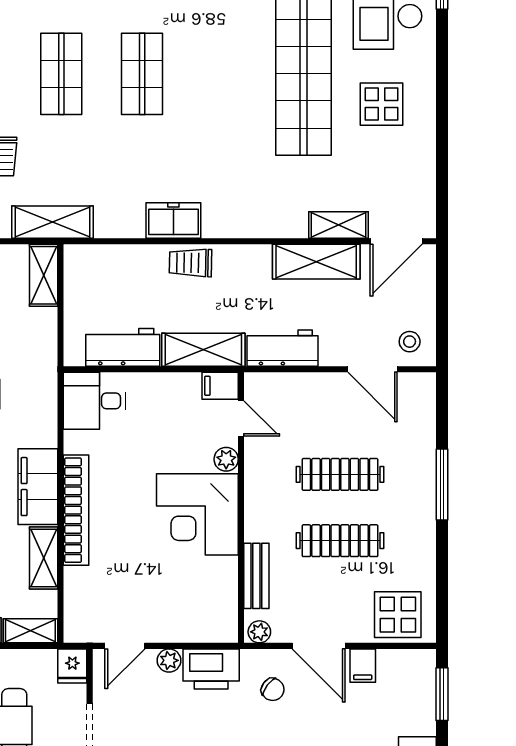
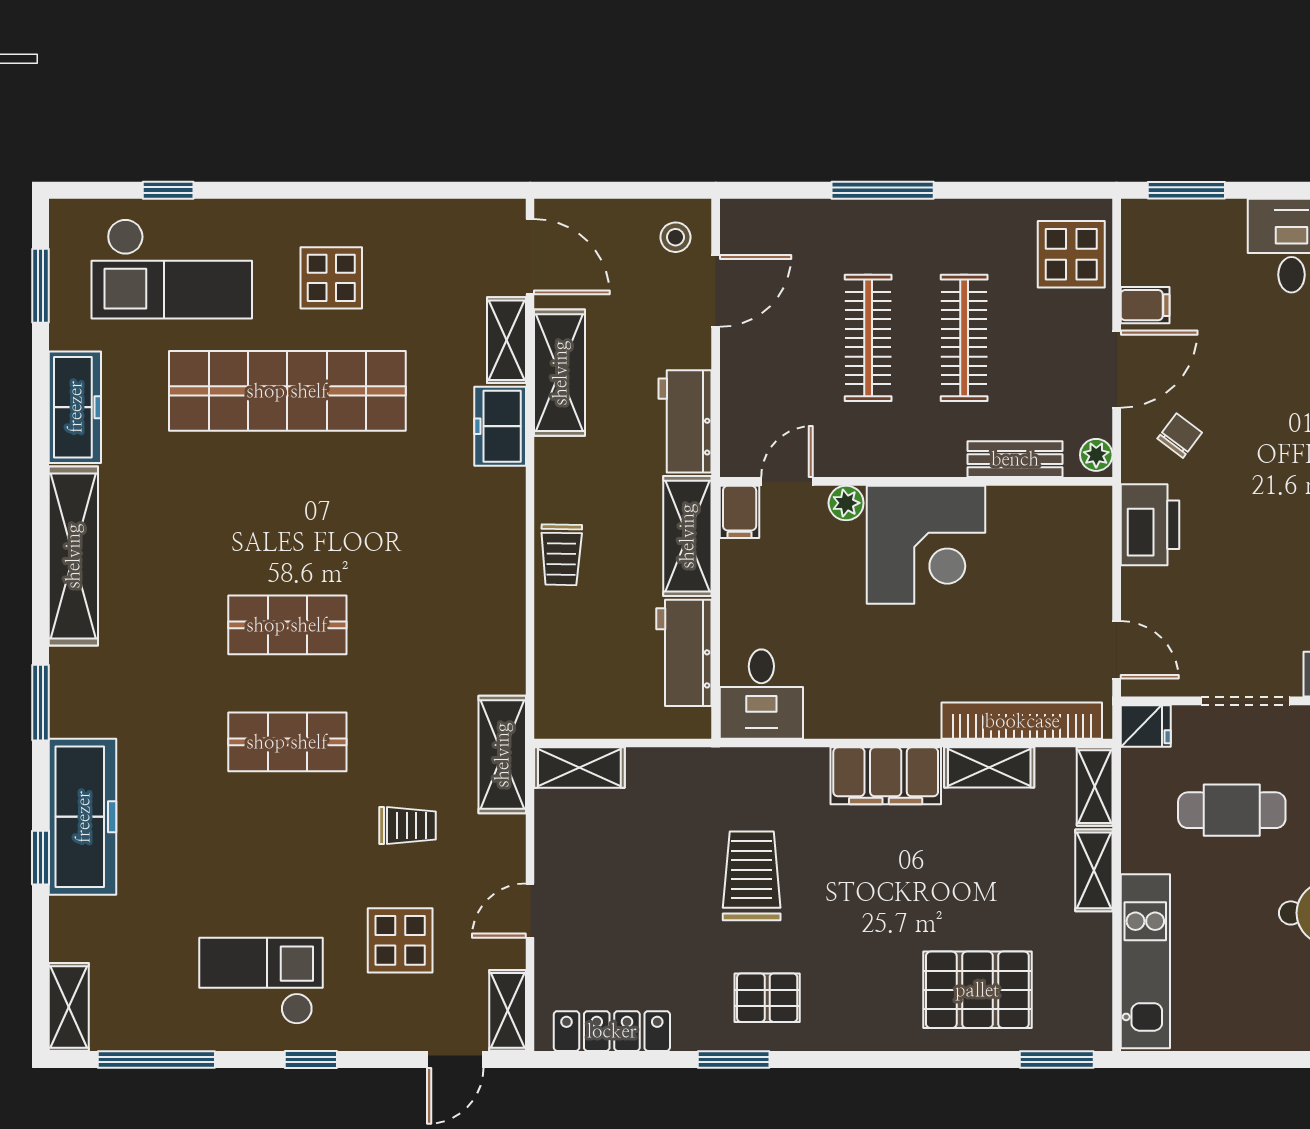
freezer: (173, 221) -> (500, 426), moved
bookcase: (76, 510) -> (1022, 721), moved
plant: (169, 660) -> (1138, 586), removed

